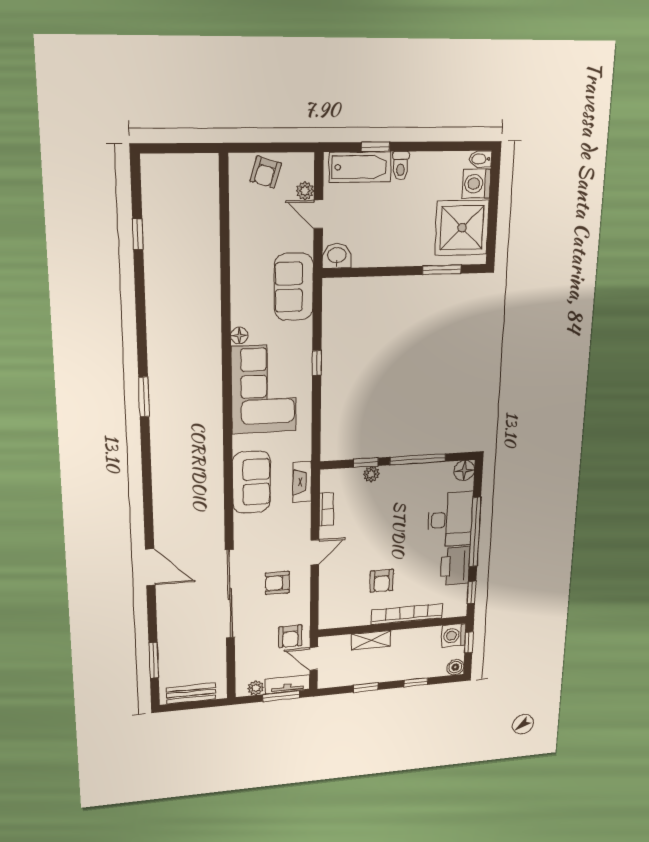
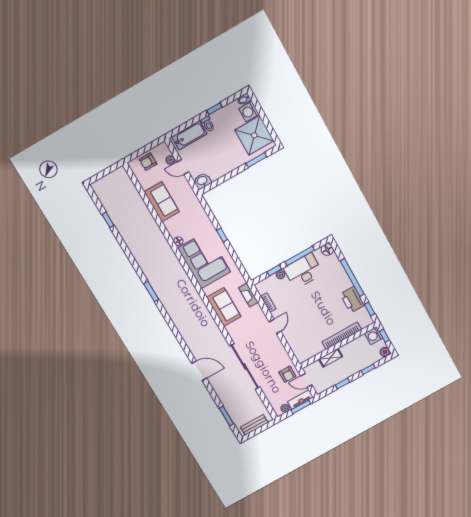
window: (376, 147) -> (214, 109), moved
armchair: (266, 172) -> (148, 162), turned 73
sofa: (294, 287) -> (162, 202), moved, turned 180
desk: (450, 520) -> (303, 271), moved, turned -90
armchair: (382, 581) -> (318, 325), removed
armchair: (277, 583) -> (265, 350), removed

